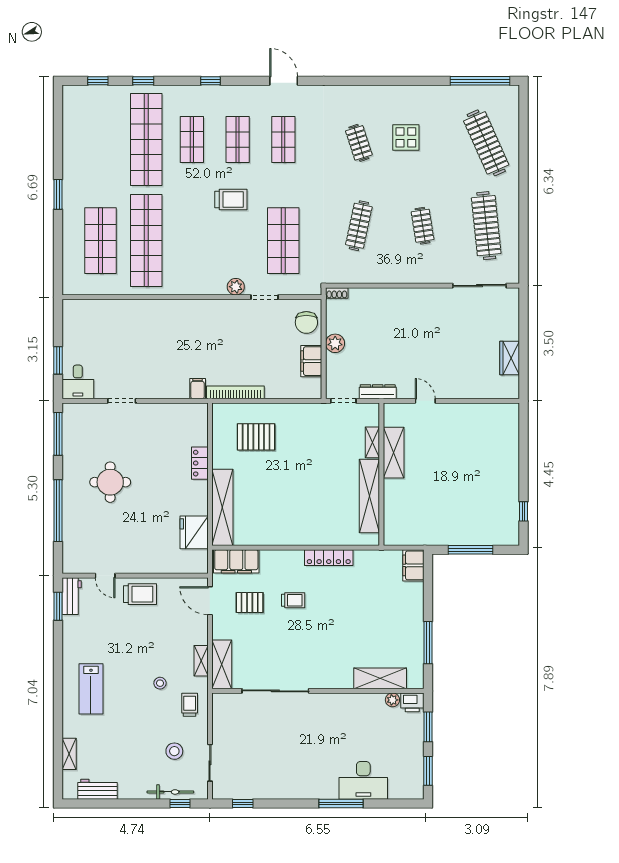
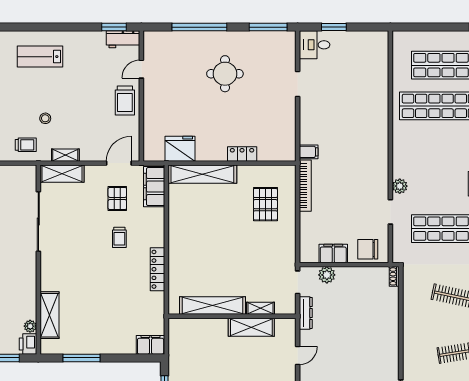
plant: (335, 343) -> (327, 275), moved

